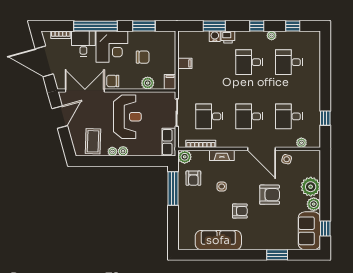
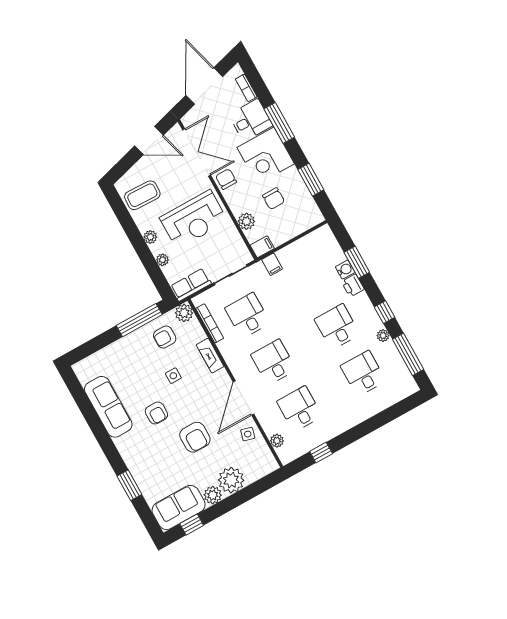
window: (96, 26) -> (279, 123), width x0.68
window: (293, 26) -> (408, 354), width x2.17
filing cabinet: (185, 63) -> (272, 264), moved
plant: (112, 152) -> (162, 260), moved

